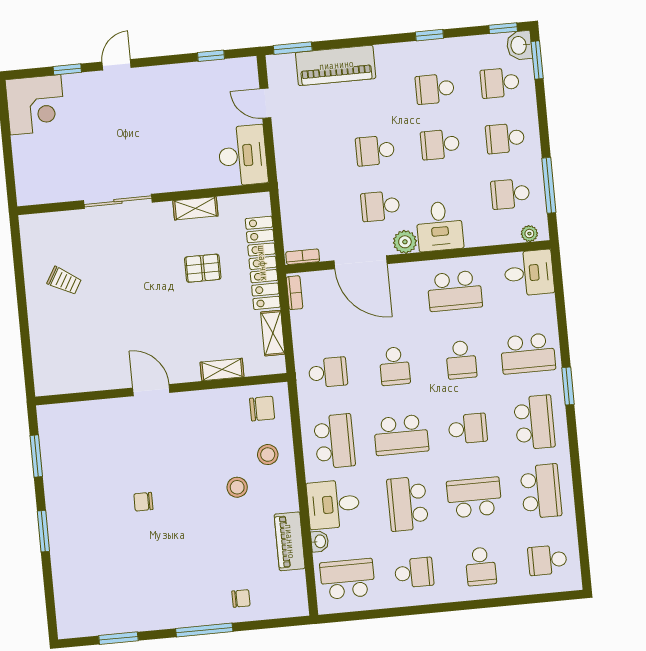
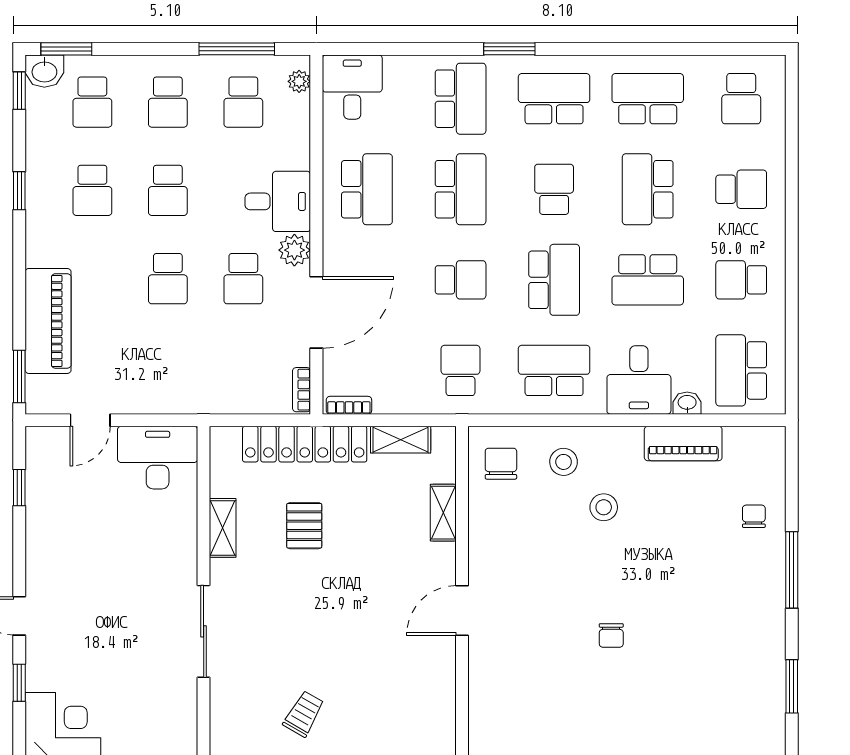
school desk: (461, 360) -> (461, 189), width x1.85
school desk: (414, 573) -> (741, 280), turned -90

